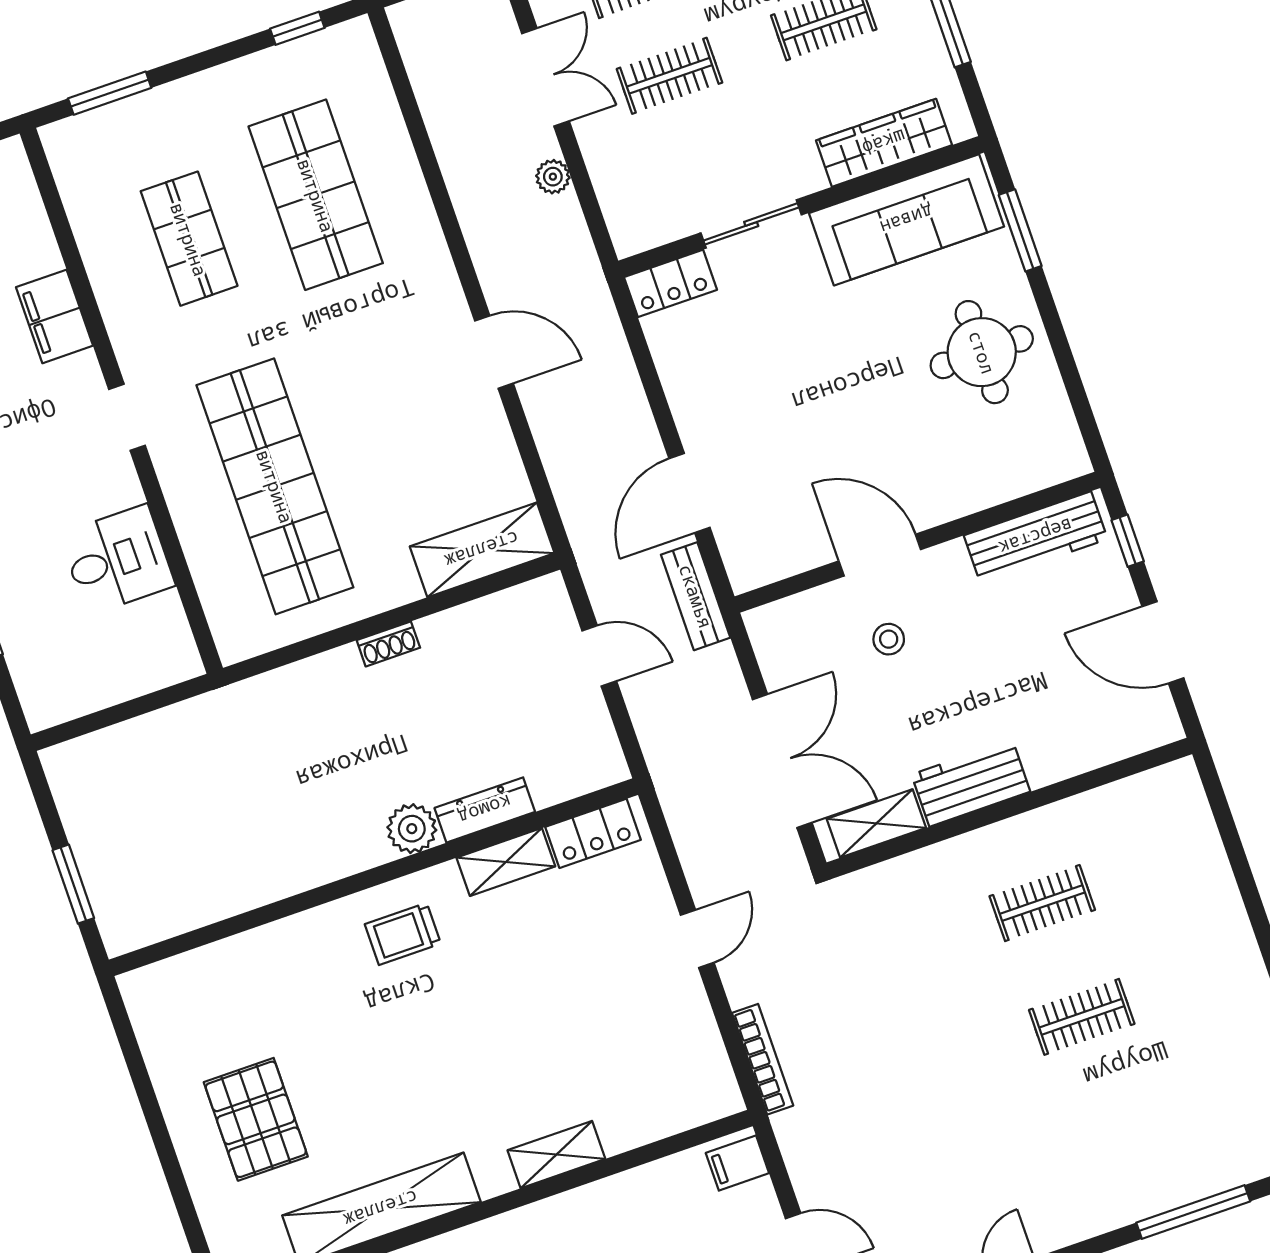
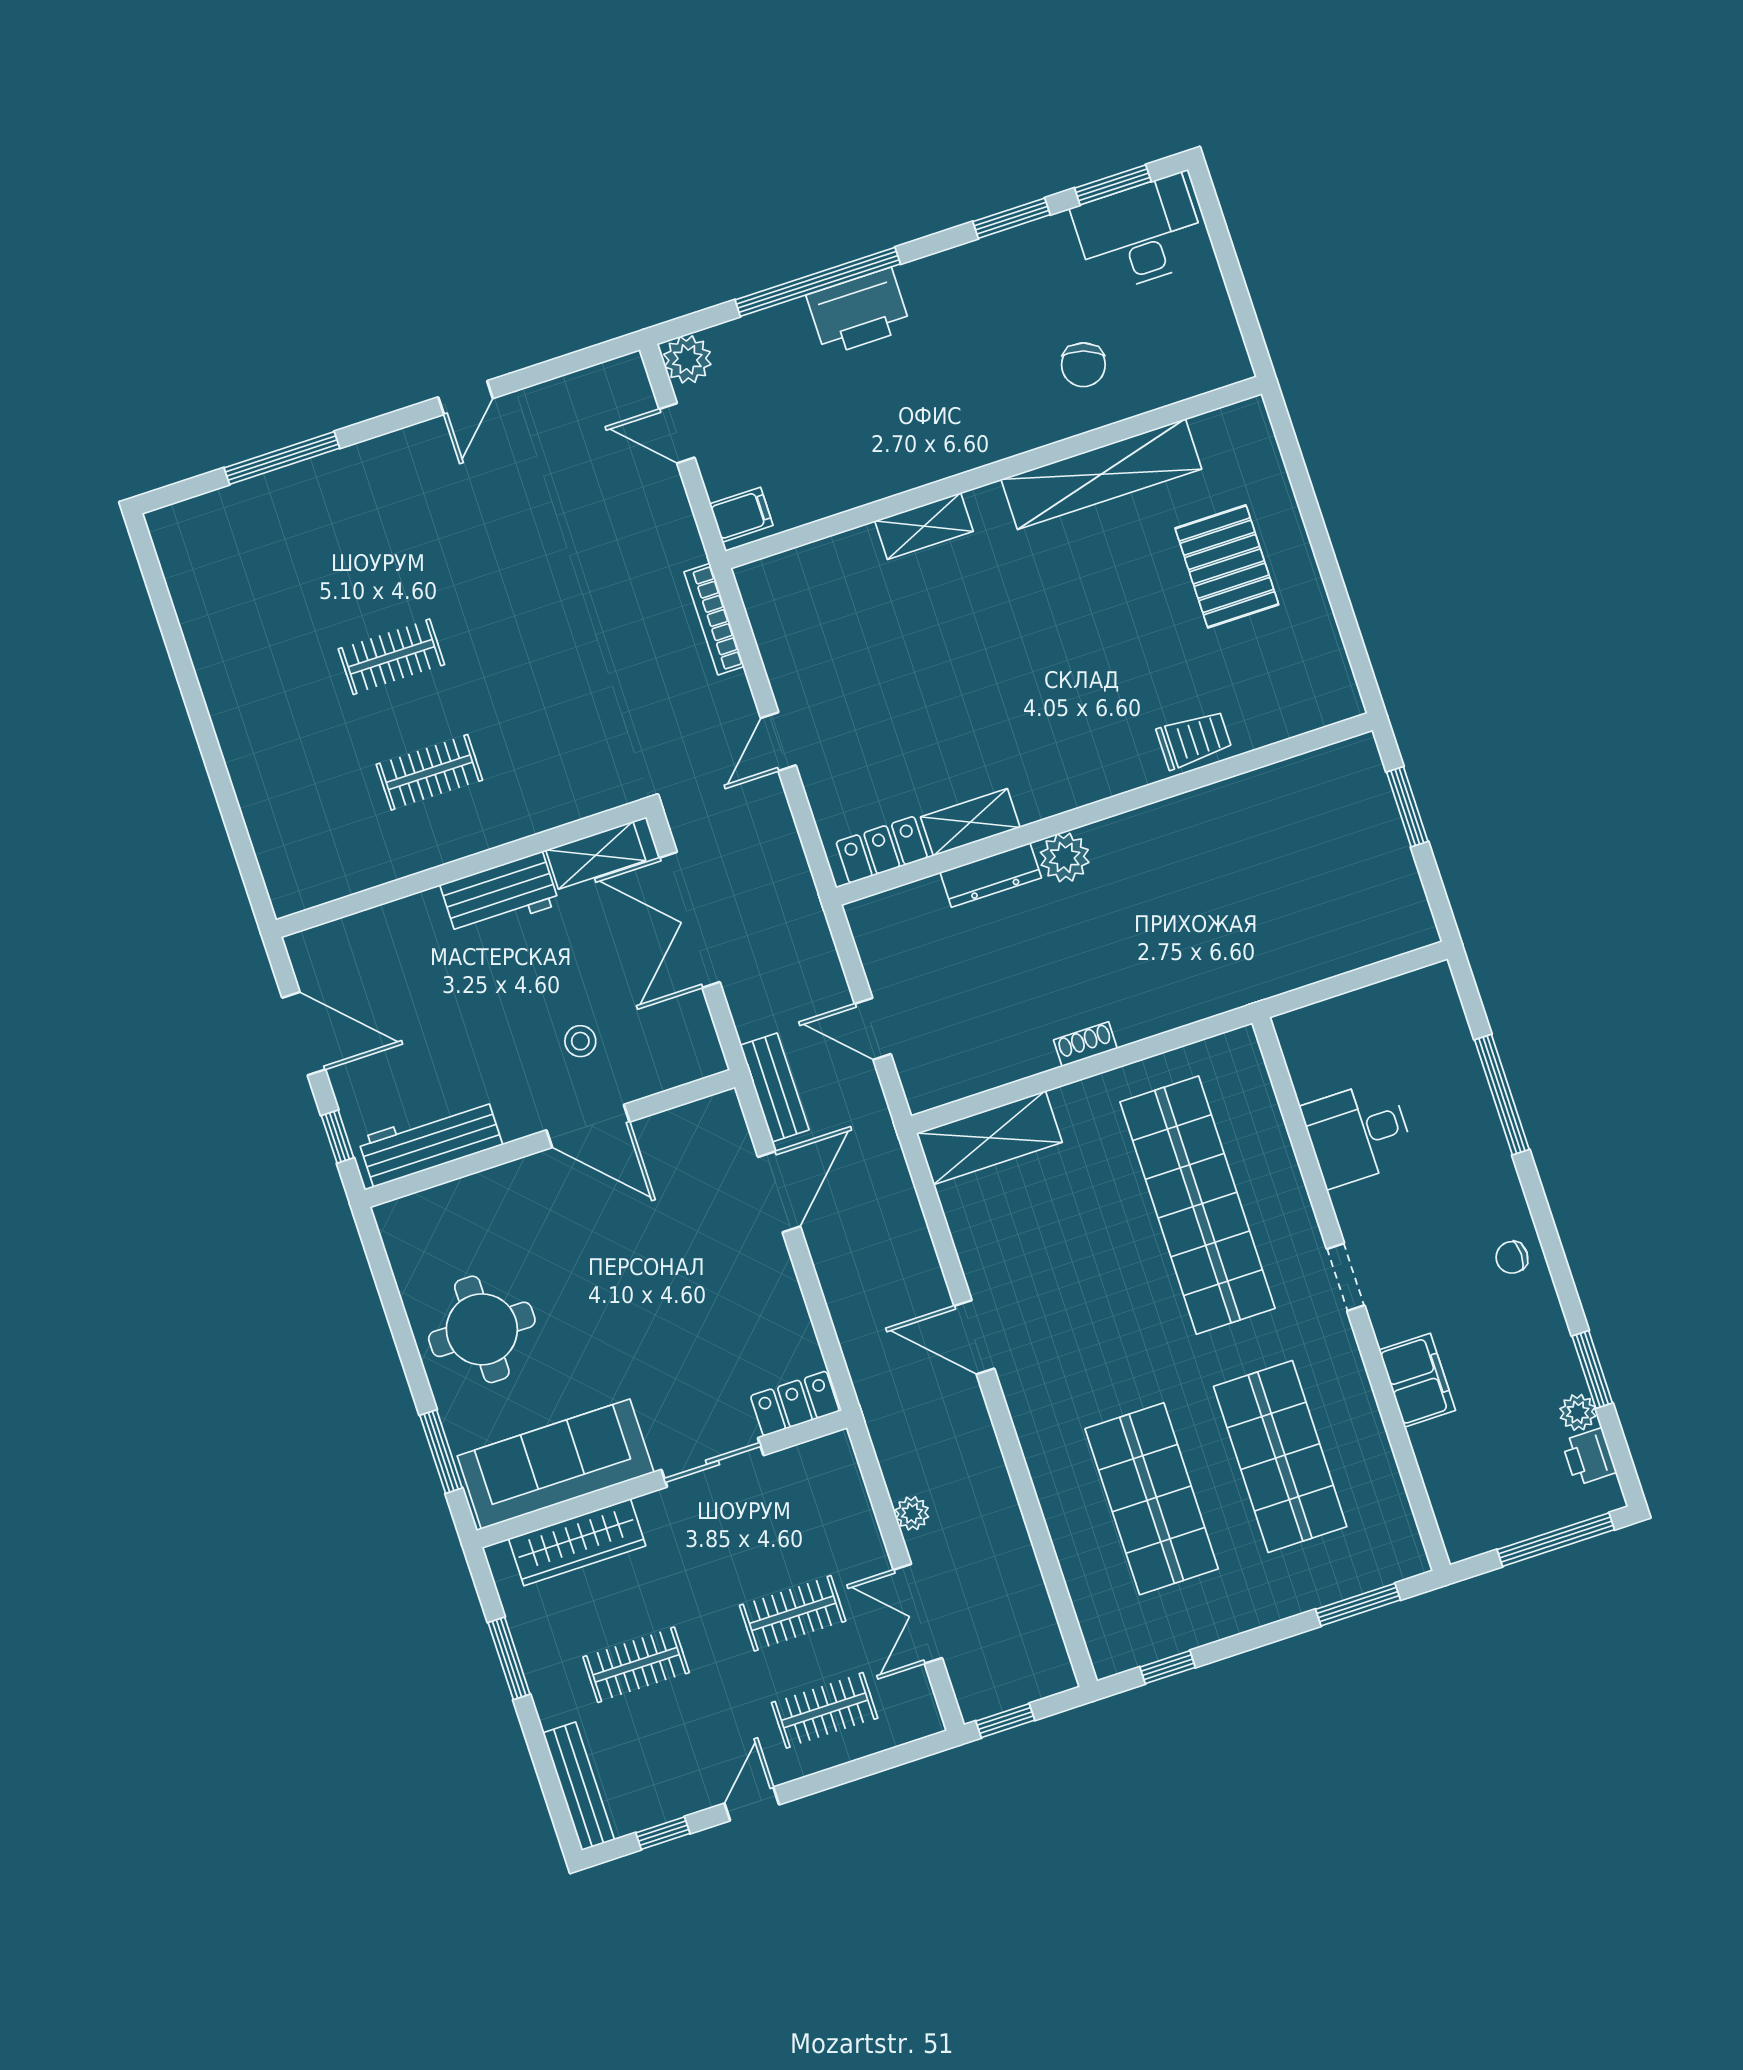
shop shelf: (189, 239) -> (1280, 1457), width x1.43, depth x1.36
trolley: (403, 934) -> (1194, 740), moved

